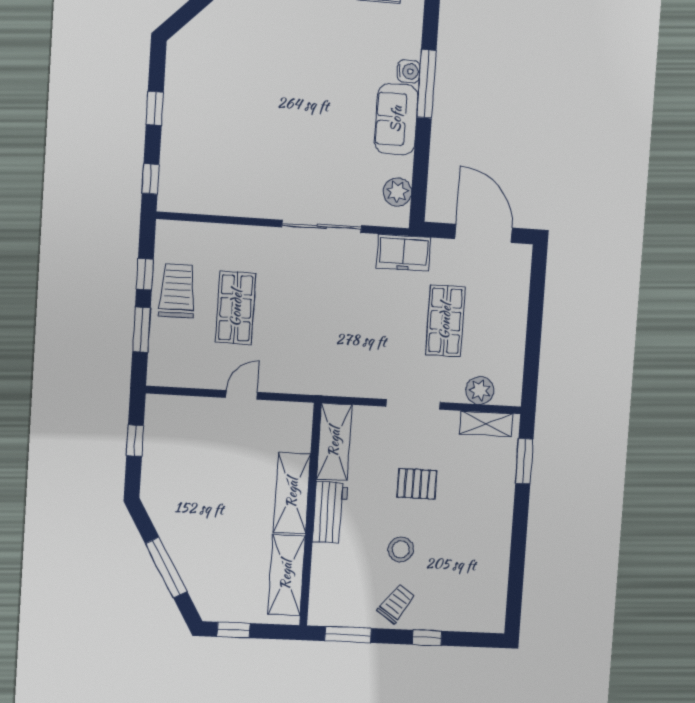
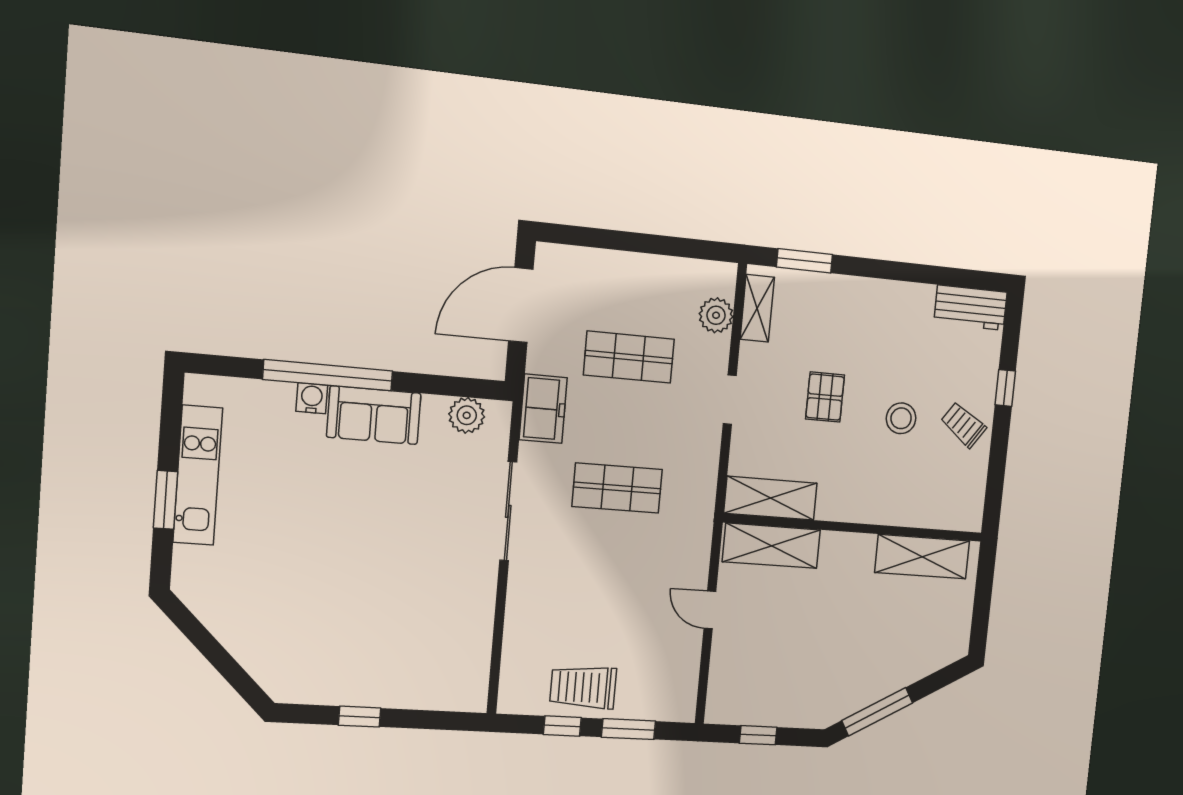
window: (426, 84) -> (328, 375), width x1.46
window: (151, 179) -> (447, 721), removed
shop shelf: (236, 308) -> (617, 488), moved
doorway: (413, 404) -> (730, 400), width x0.73
shelving: (292, 493) -> (771, 546), moved
workbench: (330, 512) -> (971, 308), moved, turned 180
window: (166, 567) -> (877, 712), moved
window: (234, 630) -> (980, 619), removed
window: (348, 635) -> (995, 484), removed

